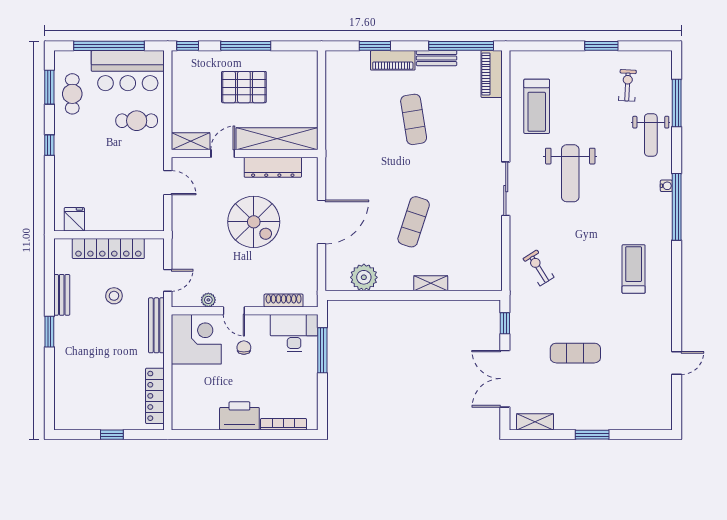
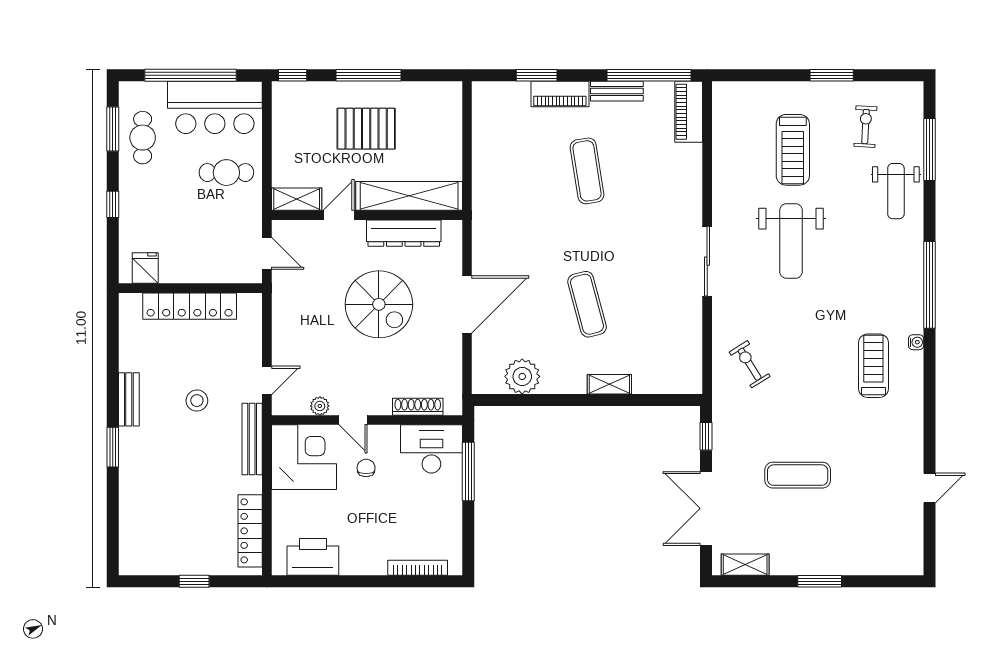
treadmill: (537, 106) -> (793, 150), moved
water cooler: (666, 186) -> (916, 342), moved
fridge: (74, 219) -> (145, 268), moved
exercise mat: (414, 222) -> (587, 304), turned -33
wall: (109, 235) -> (190, 288), moved
locker: (108, 249) -> (190, 306), moved
printer: (239, 416) -> (313, 557), moved

